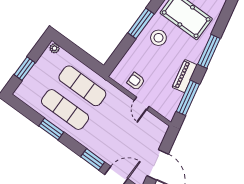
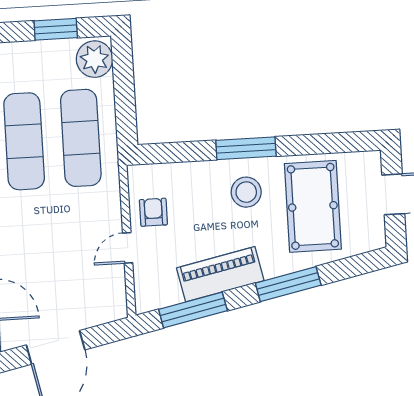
plant: (55, 48) -> (94, 59), width x1.87, depth x1.87
window: (25, 69) -> (56, 29), moved
piano: (185, 76) -> (220, 274), width x1.37, depth x1.33

